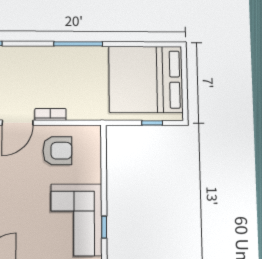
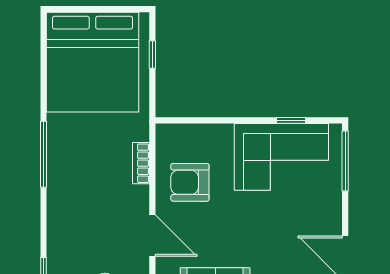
bookcase: (50, 114) -> (141, 163), moved
armchair: (57, 151) -> (190, 182), turned -90

